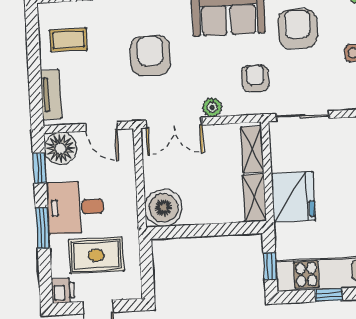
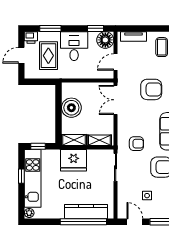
plant: (212, 107) -> (122, 120), removed
boiler: (163, 208) -> (71, 108), moved
window: (43, 228) -> (50, 28), moved

